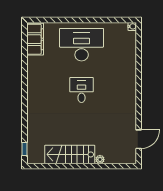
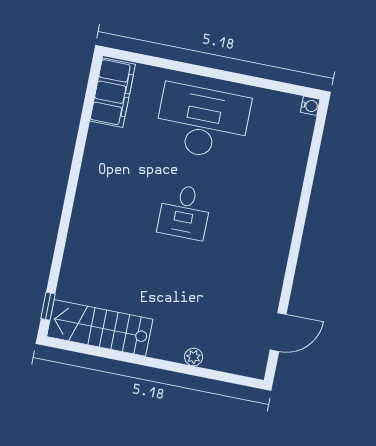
desk: (82, 90) -> (185, 212), turned 180
stairs: (70, 154) -> (100, 328), moved

